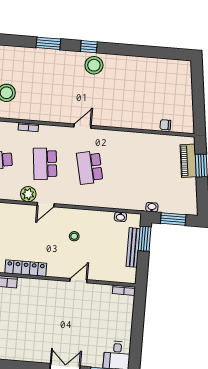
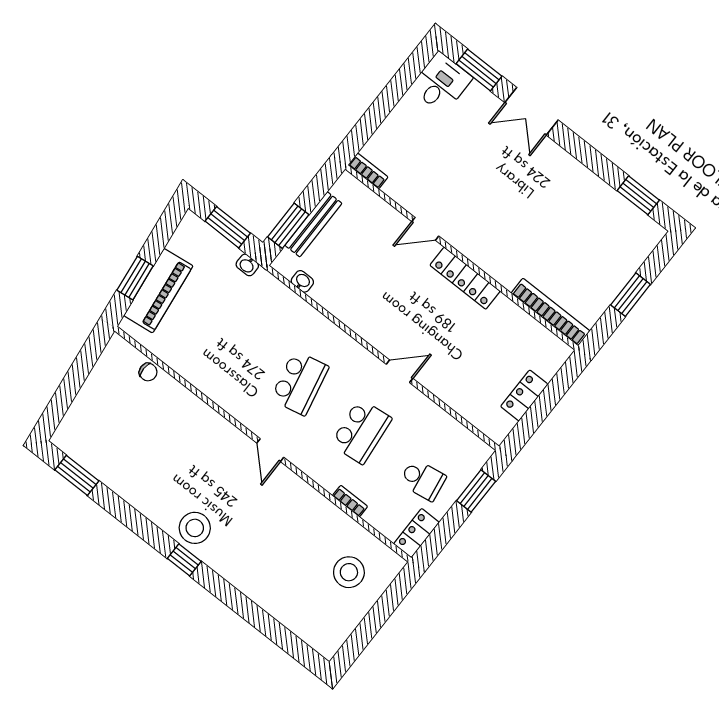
window: (48, 43) -> (77, 475), moved
door: (82, 126) -> (270, 450), hinge flipped
piano: (188, 161) -> (158, 291), width x1.37, depth x1.33
plant: (28, 194) -> (415, 403), removed
stool: (74, 236) -> (389, 298), removed
locker: (26, 268) -> (465, 278), moved

